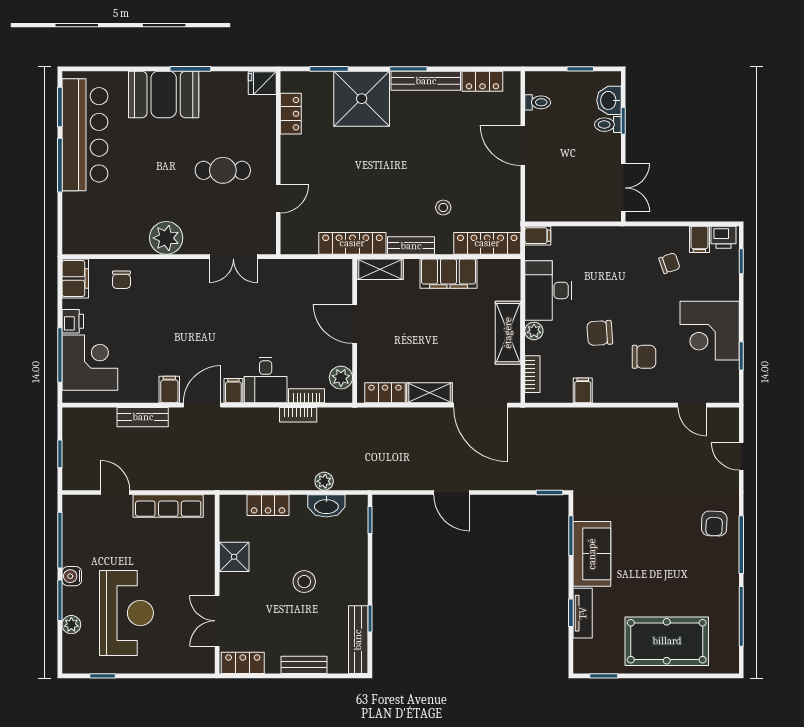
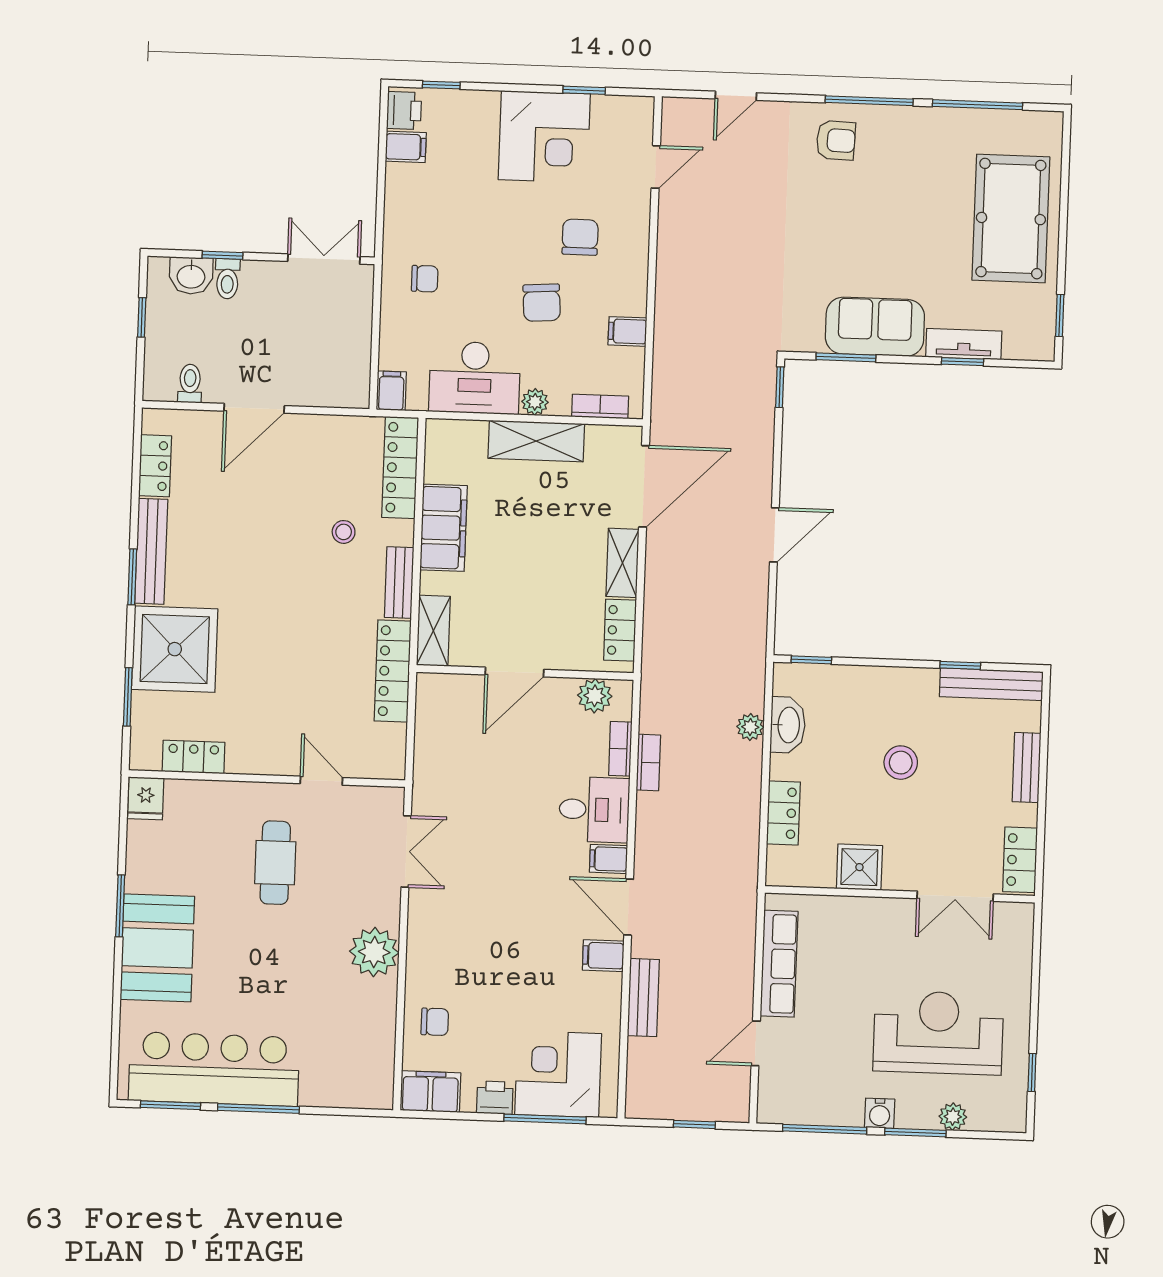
chair: (669, 263) -> (425, 279), moved, turned 109

